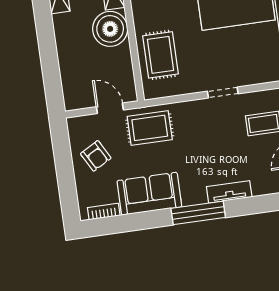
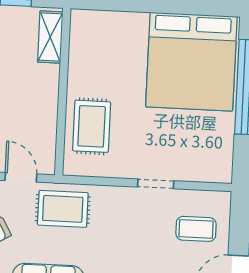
boiler: (110, 29) -> (39, 85), removed

